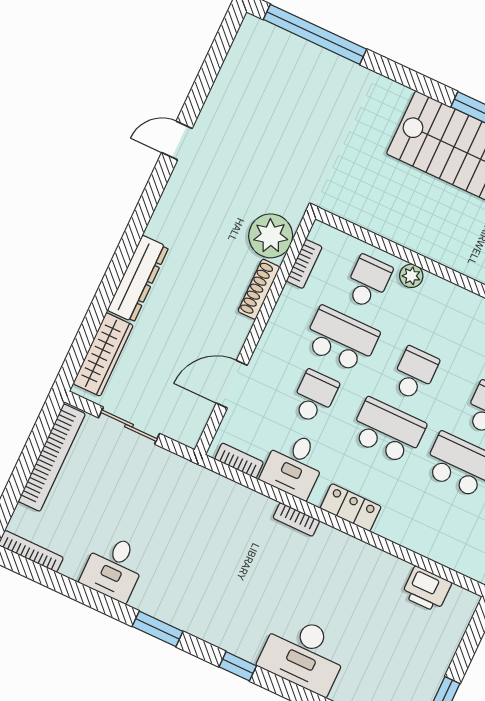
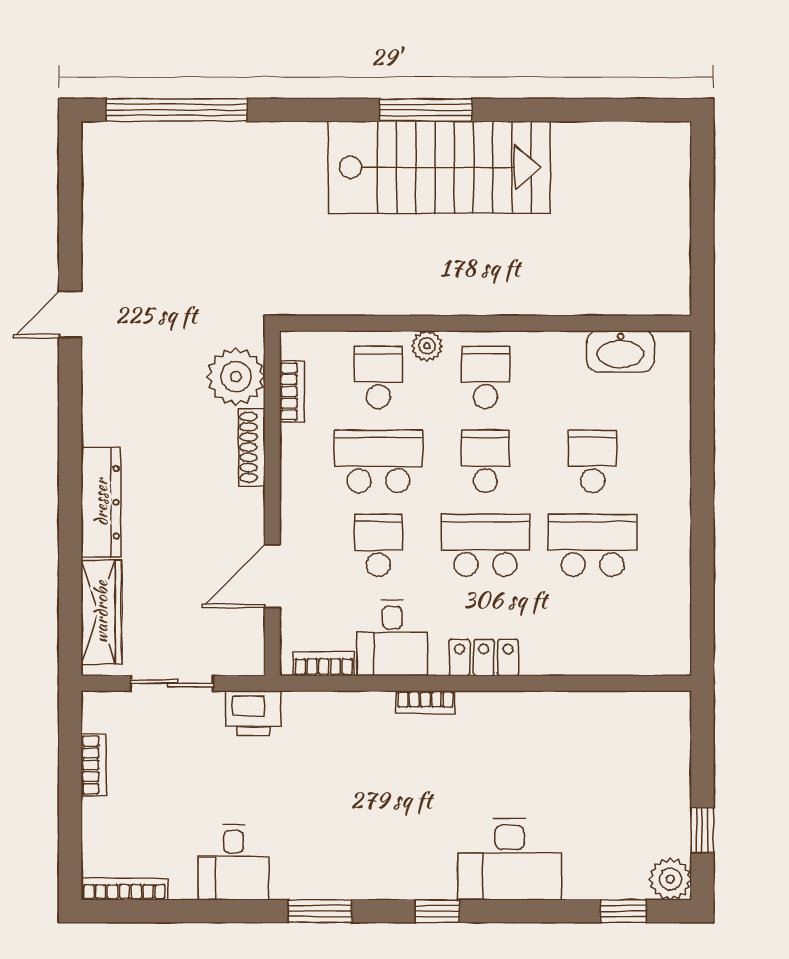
school desk: (441, 316) -> (485, 377), added
bookcase: (52, 458) -> (94, 765), width x0.43, depth x0.76
printer: (427, 589) -> (253, 713), moved

